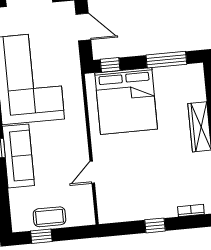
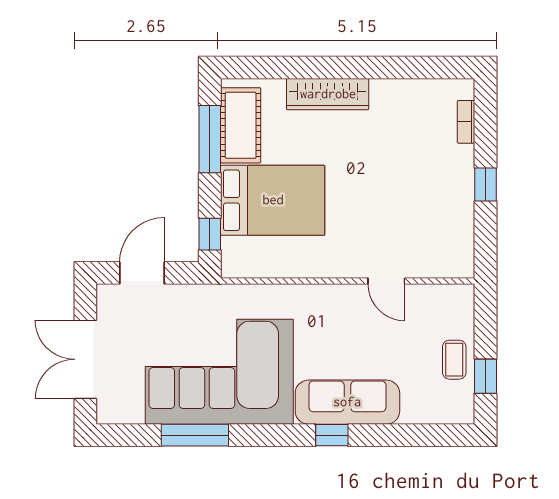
cot: (176, 77) -> (241, 125), added
bed: (126, 101) -> (273, 200), width x0.73
coffee table: (49, 217) -> (454, 360), width x0.73, depth x0.77

